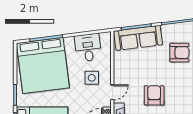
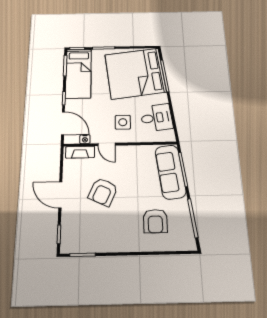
armchair: (154, 95) -> (103, 192), turned 115

